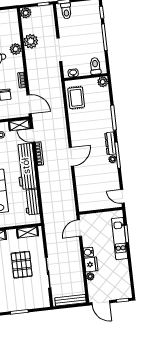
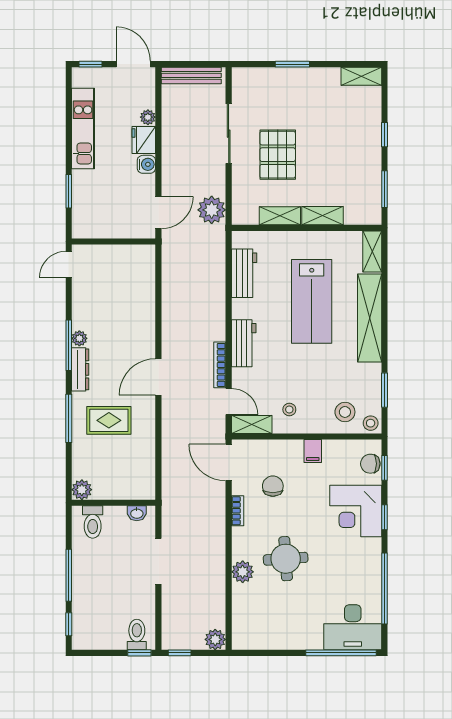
plant: (31, 41) -> (212, 210), moved
rug: (76, 98) -> (109, 420), moved, turned 90
door: (71, 157) -> (158, 377), moved
workbench: (26, 166) -> (244, 343), width x0.53, depth x0.76
door: (122, 196) -> (69, 265), swing flipped
shelving: (28, 232) -> (280, 216), moved
kitchen unit: (120, 239) -> (83, 128), moved

